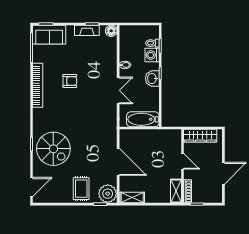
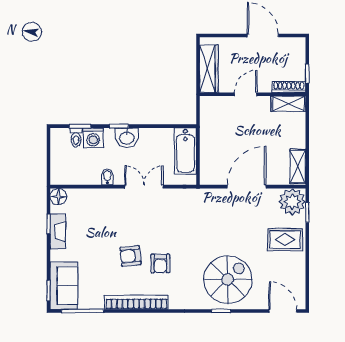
armchair: (70, 81) -> (130, 256), turned -96
armchair: (65, 102) -> (160, 263), added

